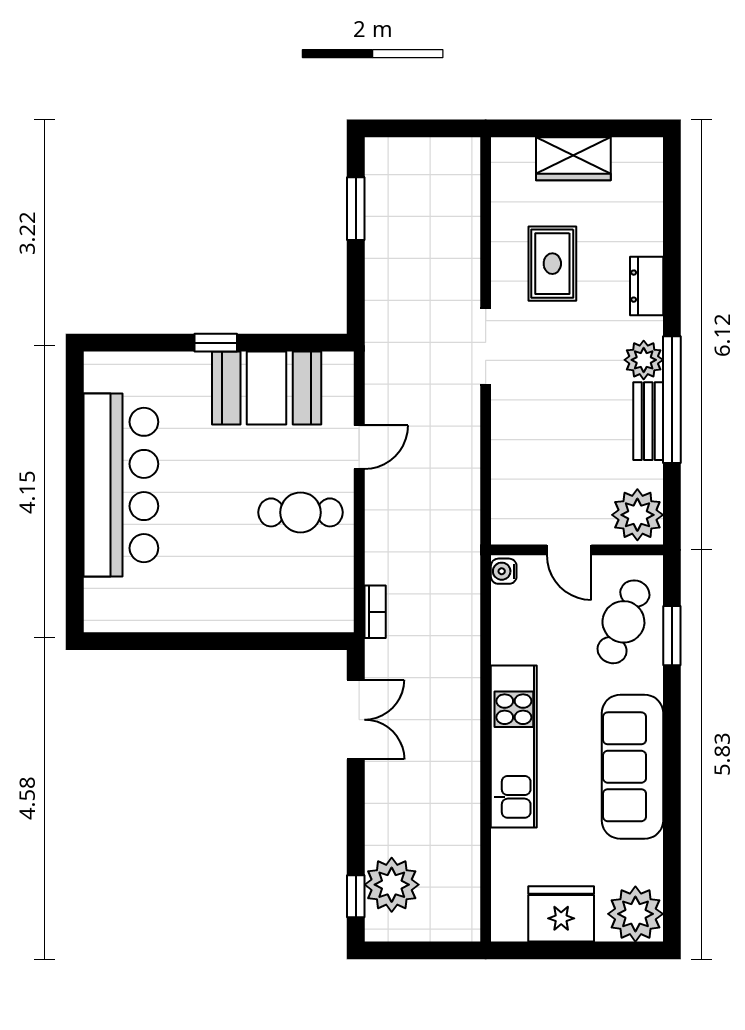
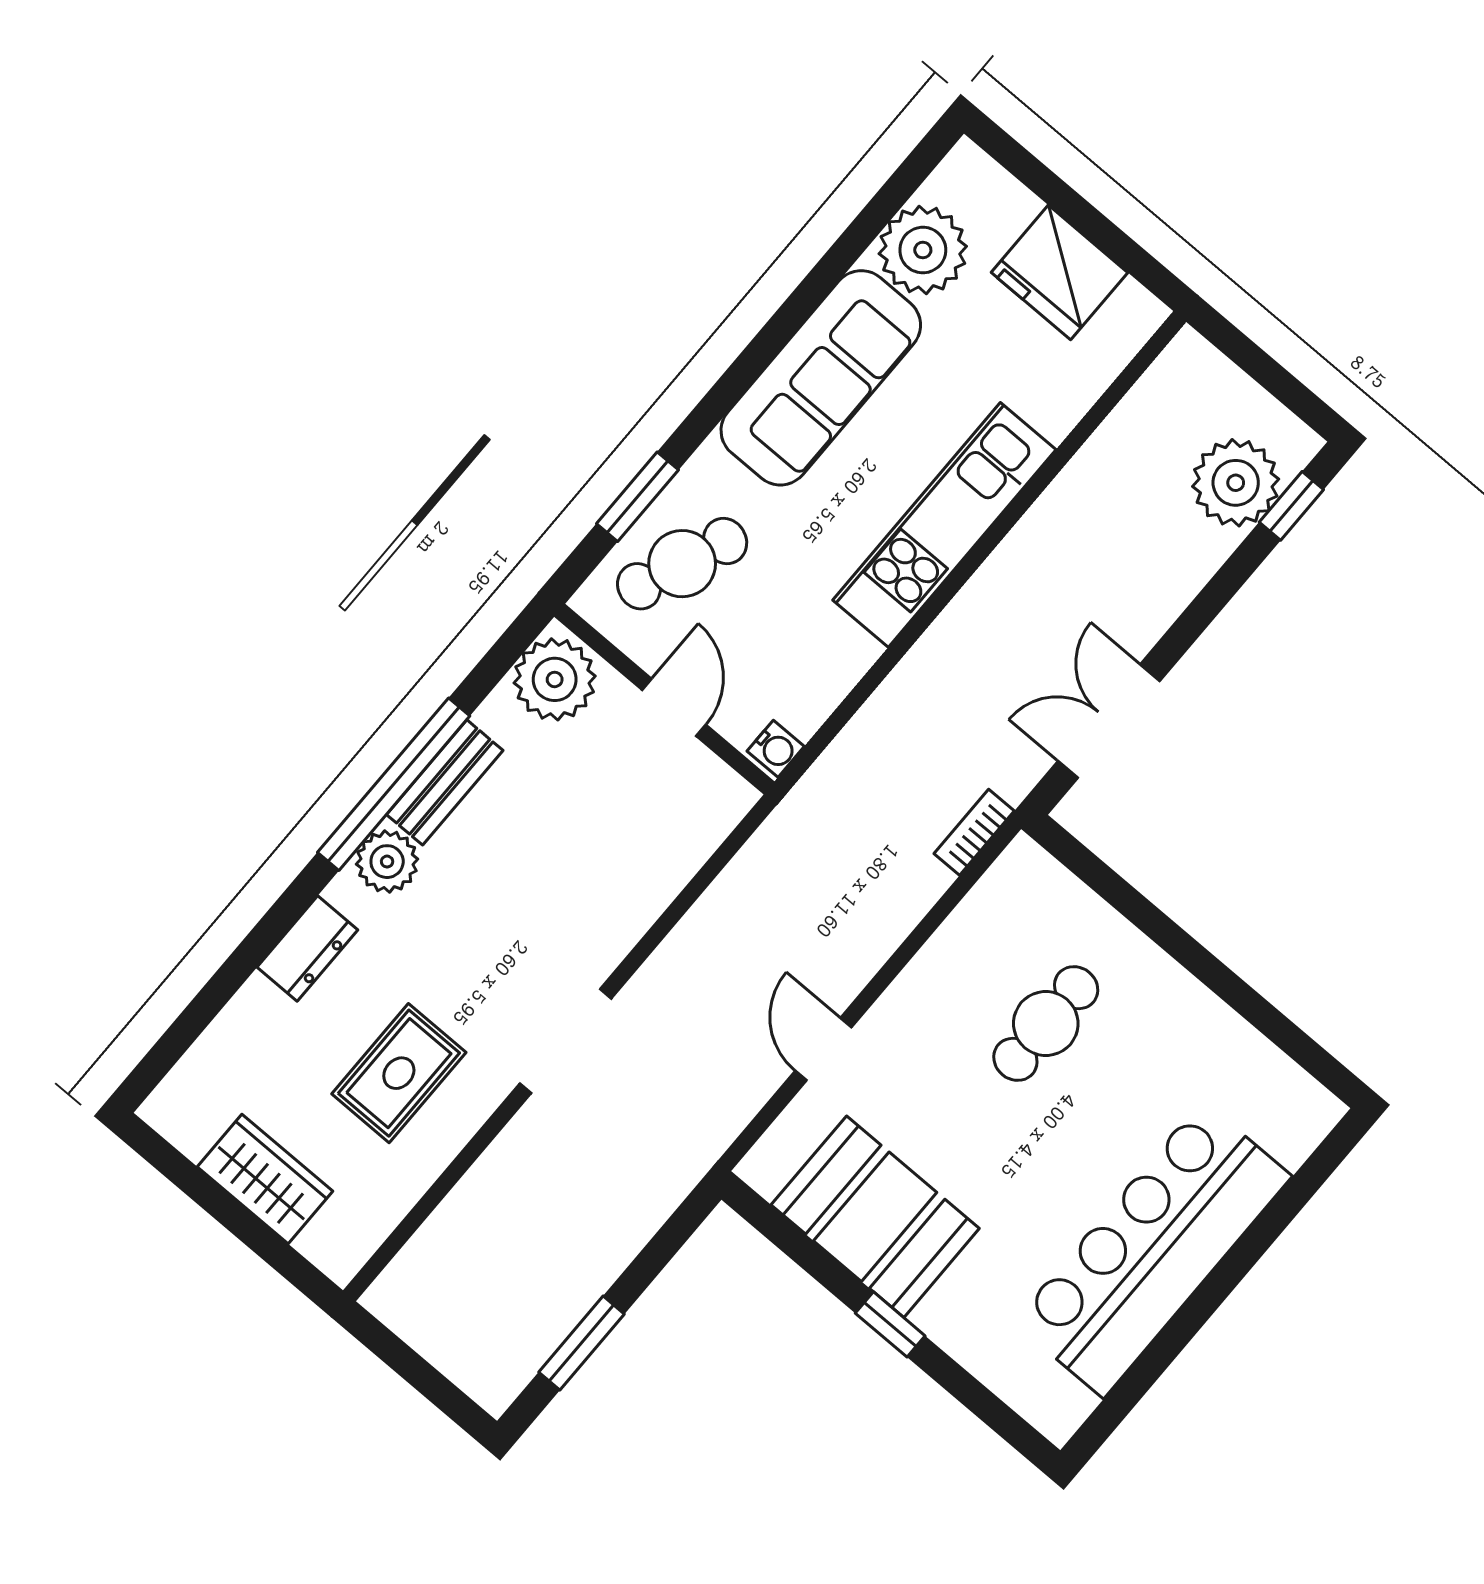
door: (359, 447) -> (823, 1049), hinge flipped
cafe table: (300, 512) -> (1046, 1023), moved, turned 90
plant: (635, 914) -> (923, 250), moved

